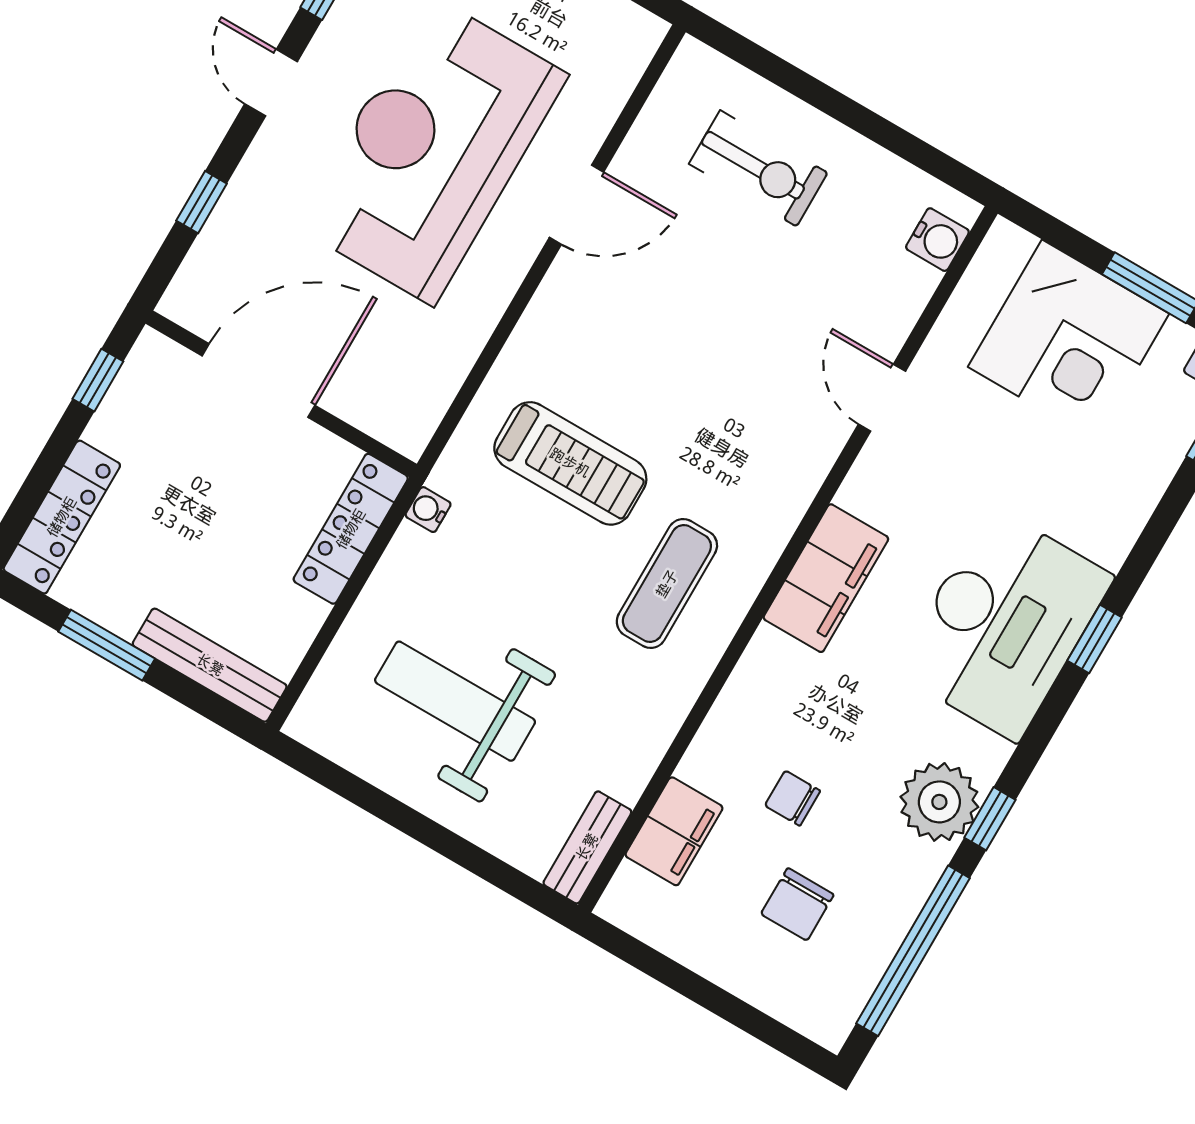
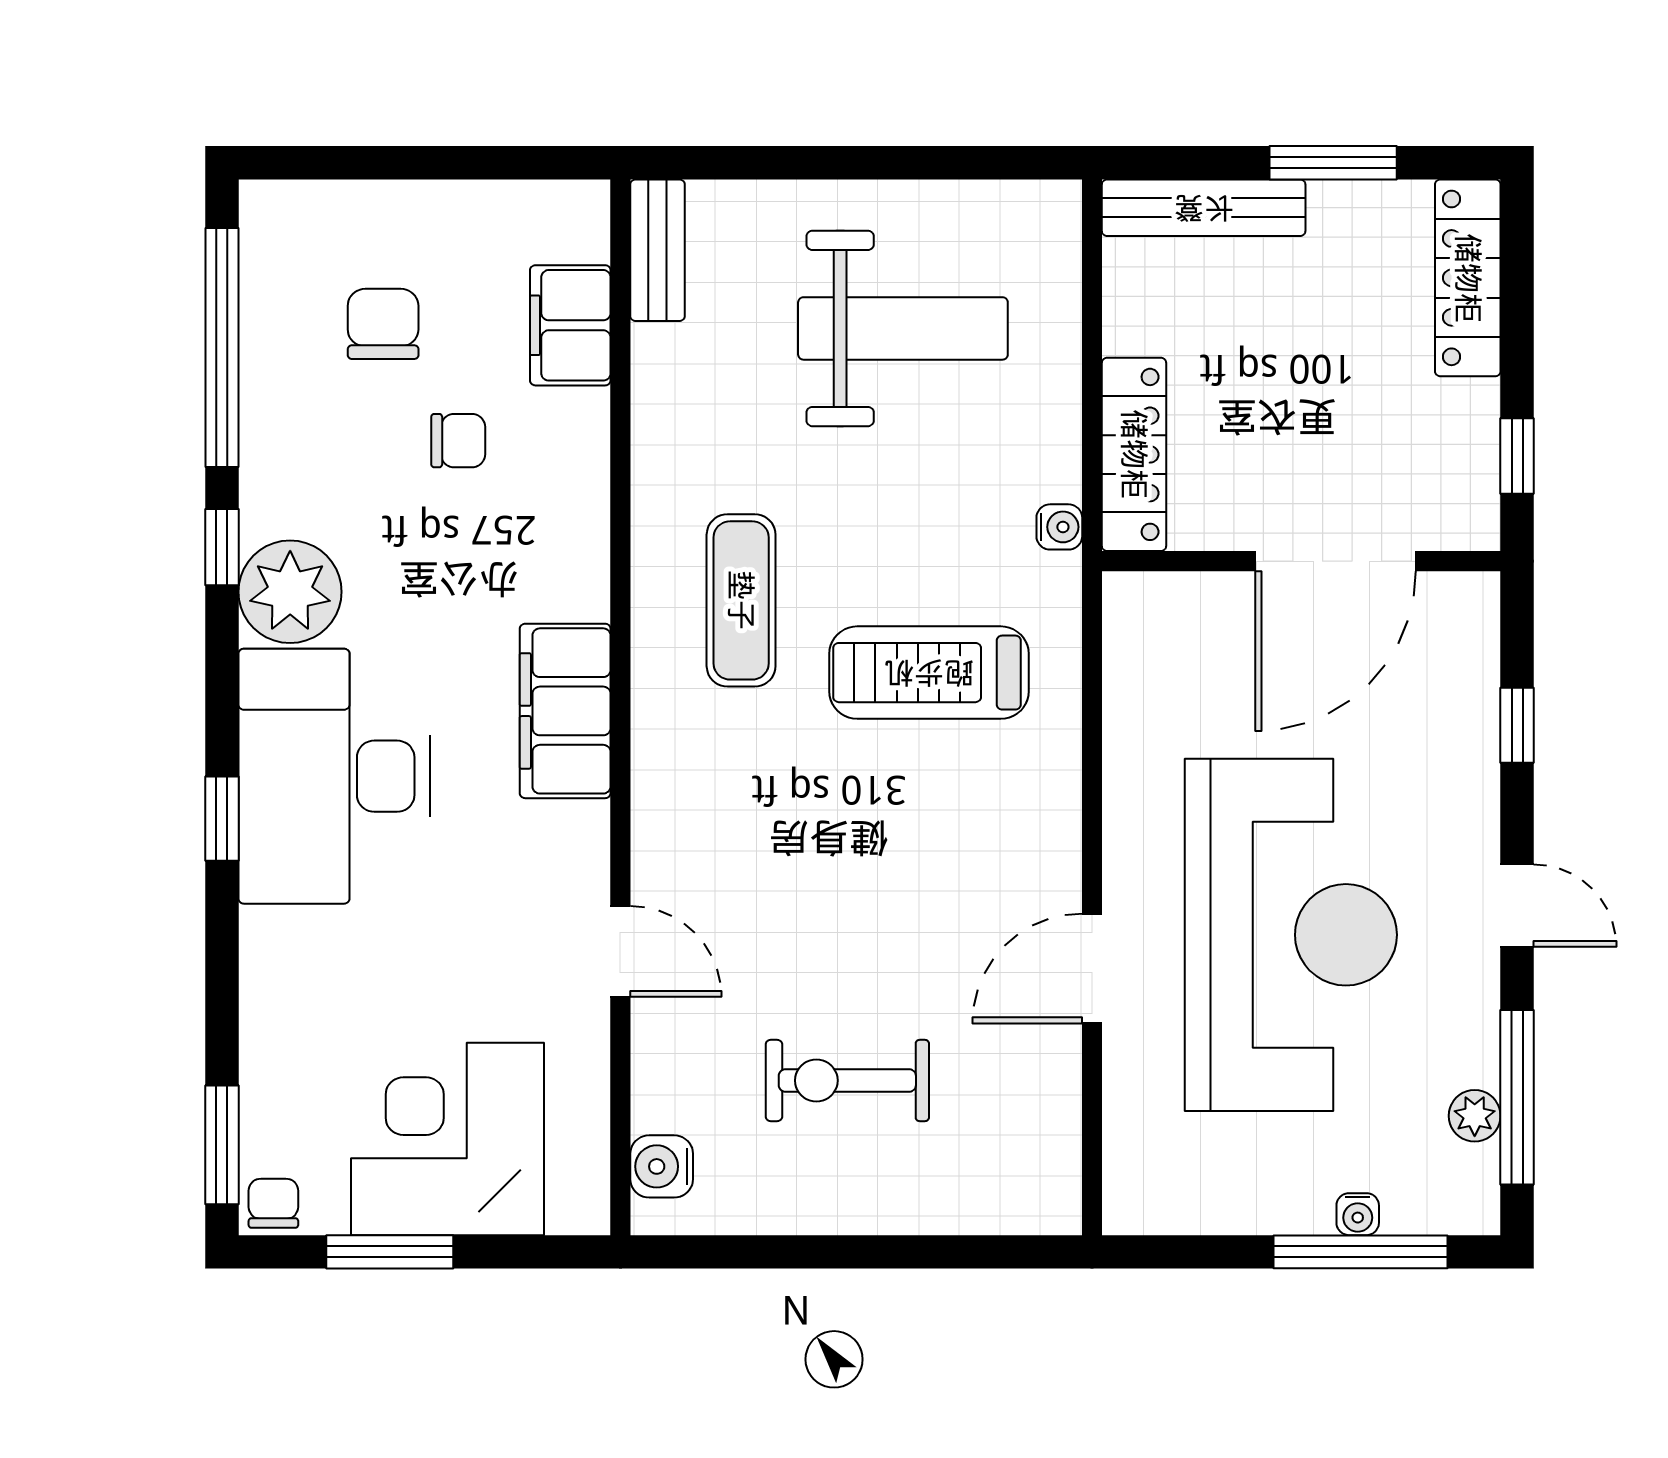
exercise bike: (758, 168) -> (847, 1080), moved
plant: (939, 802) -> (290, 592), moved

